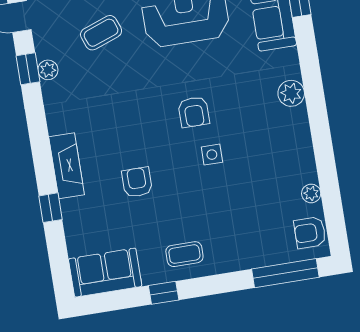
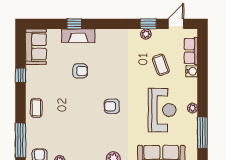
side table: (212, 155) -> (88, 112), removed
fireplace: (67, 166) -> (78, 36), moved
coffee table: (184, 254) -> (36, 108), moved

